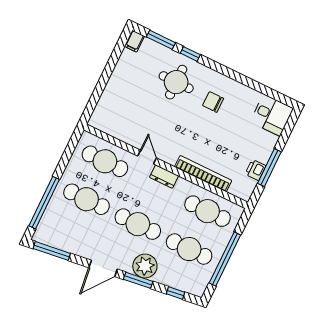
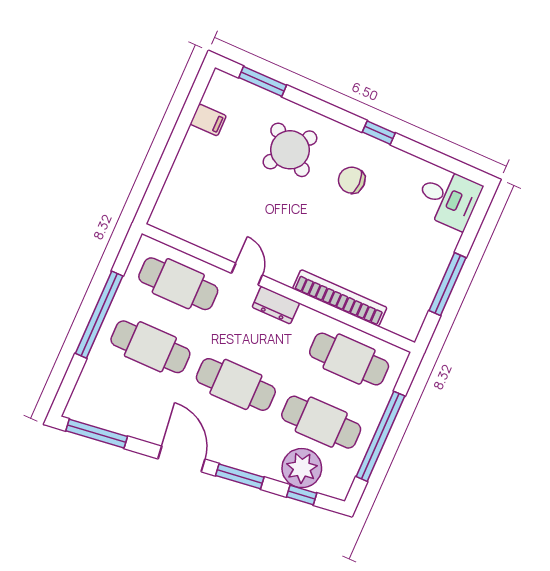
filing cabinet: (134, 41) -> (208, 120), moved, turned -90
window: (190, 54) -> (379, 133), moved
round table: (176, 82) -> (290, 150), turned 35
printer: (255, 170) -> (425, 289), removed
window: (44, 203) -> (99, 315), moved
plant: (145, 266) -> (302, 468), moved
door: (103, 268) -> (182, 459), swing flipped

